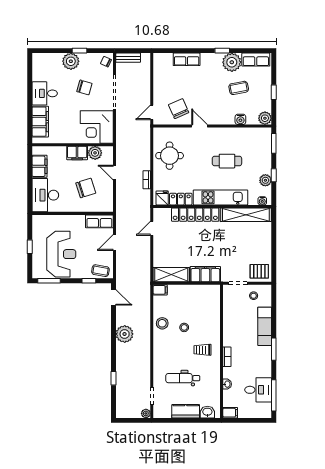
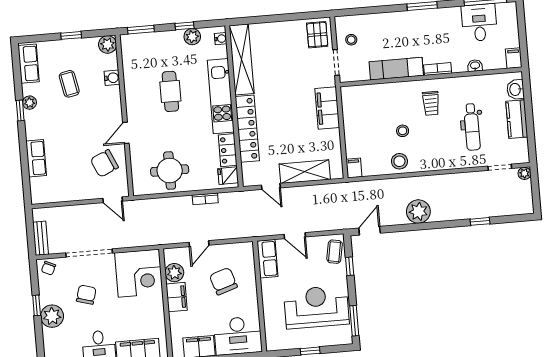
plant: (232, 62) -> (30, 103), width x0.53, depth x0.53
shelving: (171, 275) -> (305, 172), moved, turned 90
exam couch: (265, 326) -> (396, 69), moved, turned 180

